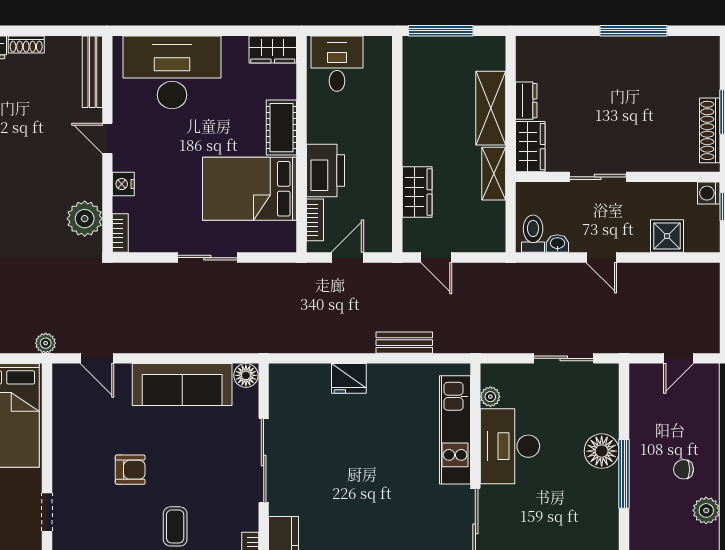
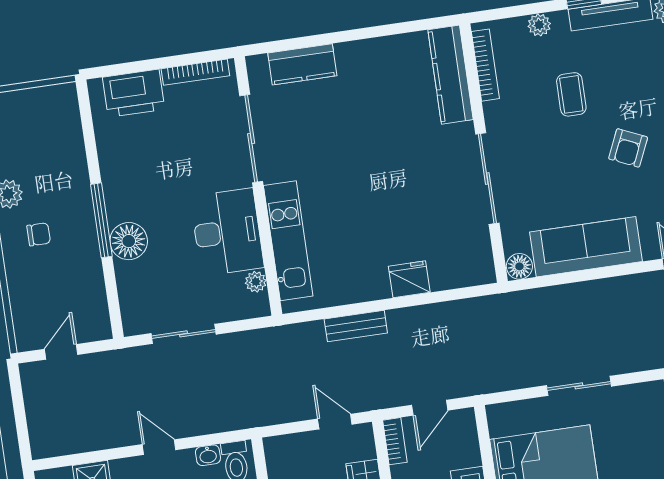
bookcase: (315, 220) -> (395, 441), moved, turned 180
armchair: (130, 470) -> (628, 148), turned -66

